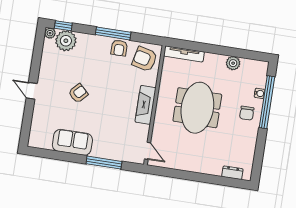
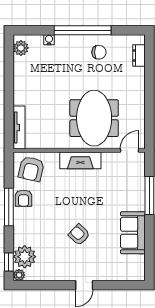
armchair: (119, 48) -> (24, 198), turned 90
plant: (233, 63) -> (21, 48), moved
window: (267, 102) -> (83, 30), moved
meeting table: (197, 108) -> (94, 118), moved, turned 90
chair: (247, 113) -> (99, 52), moved

